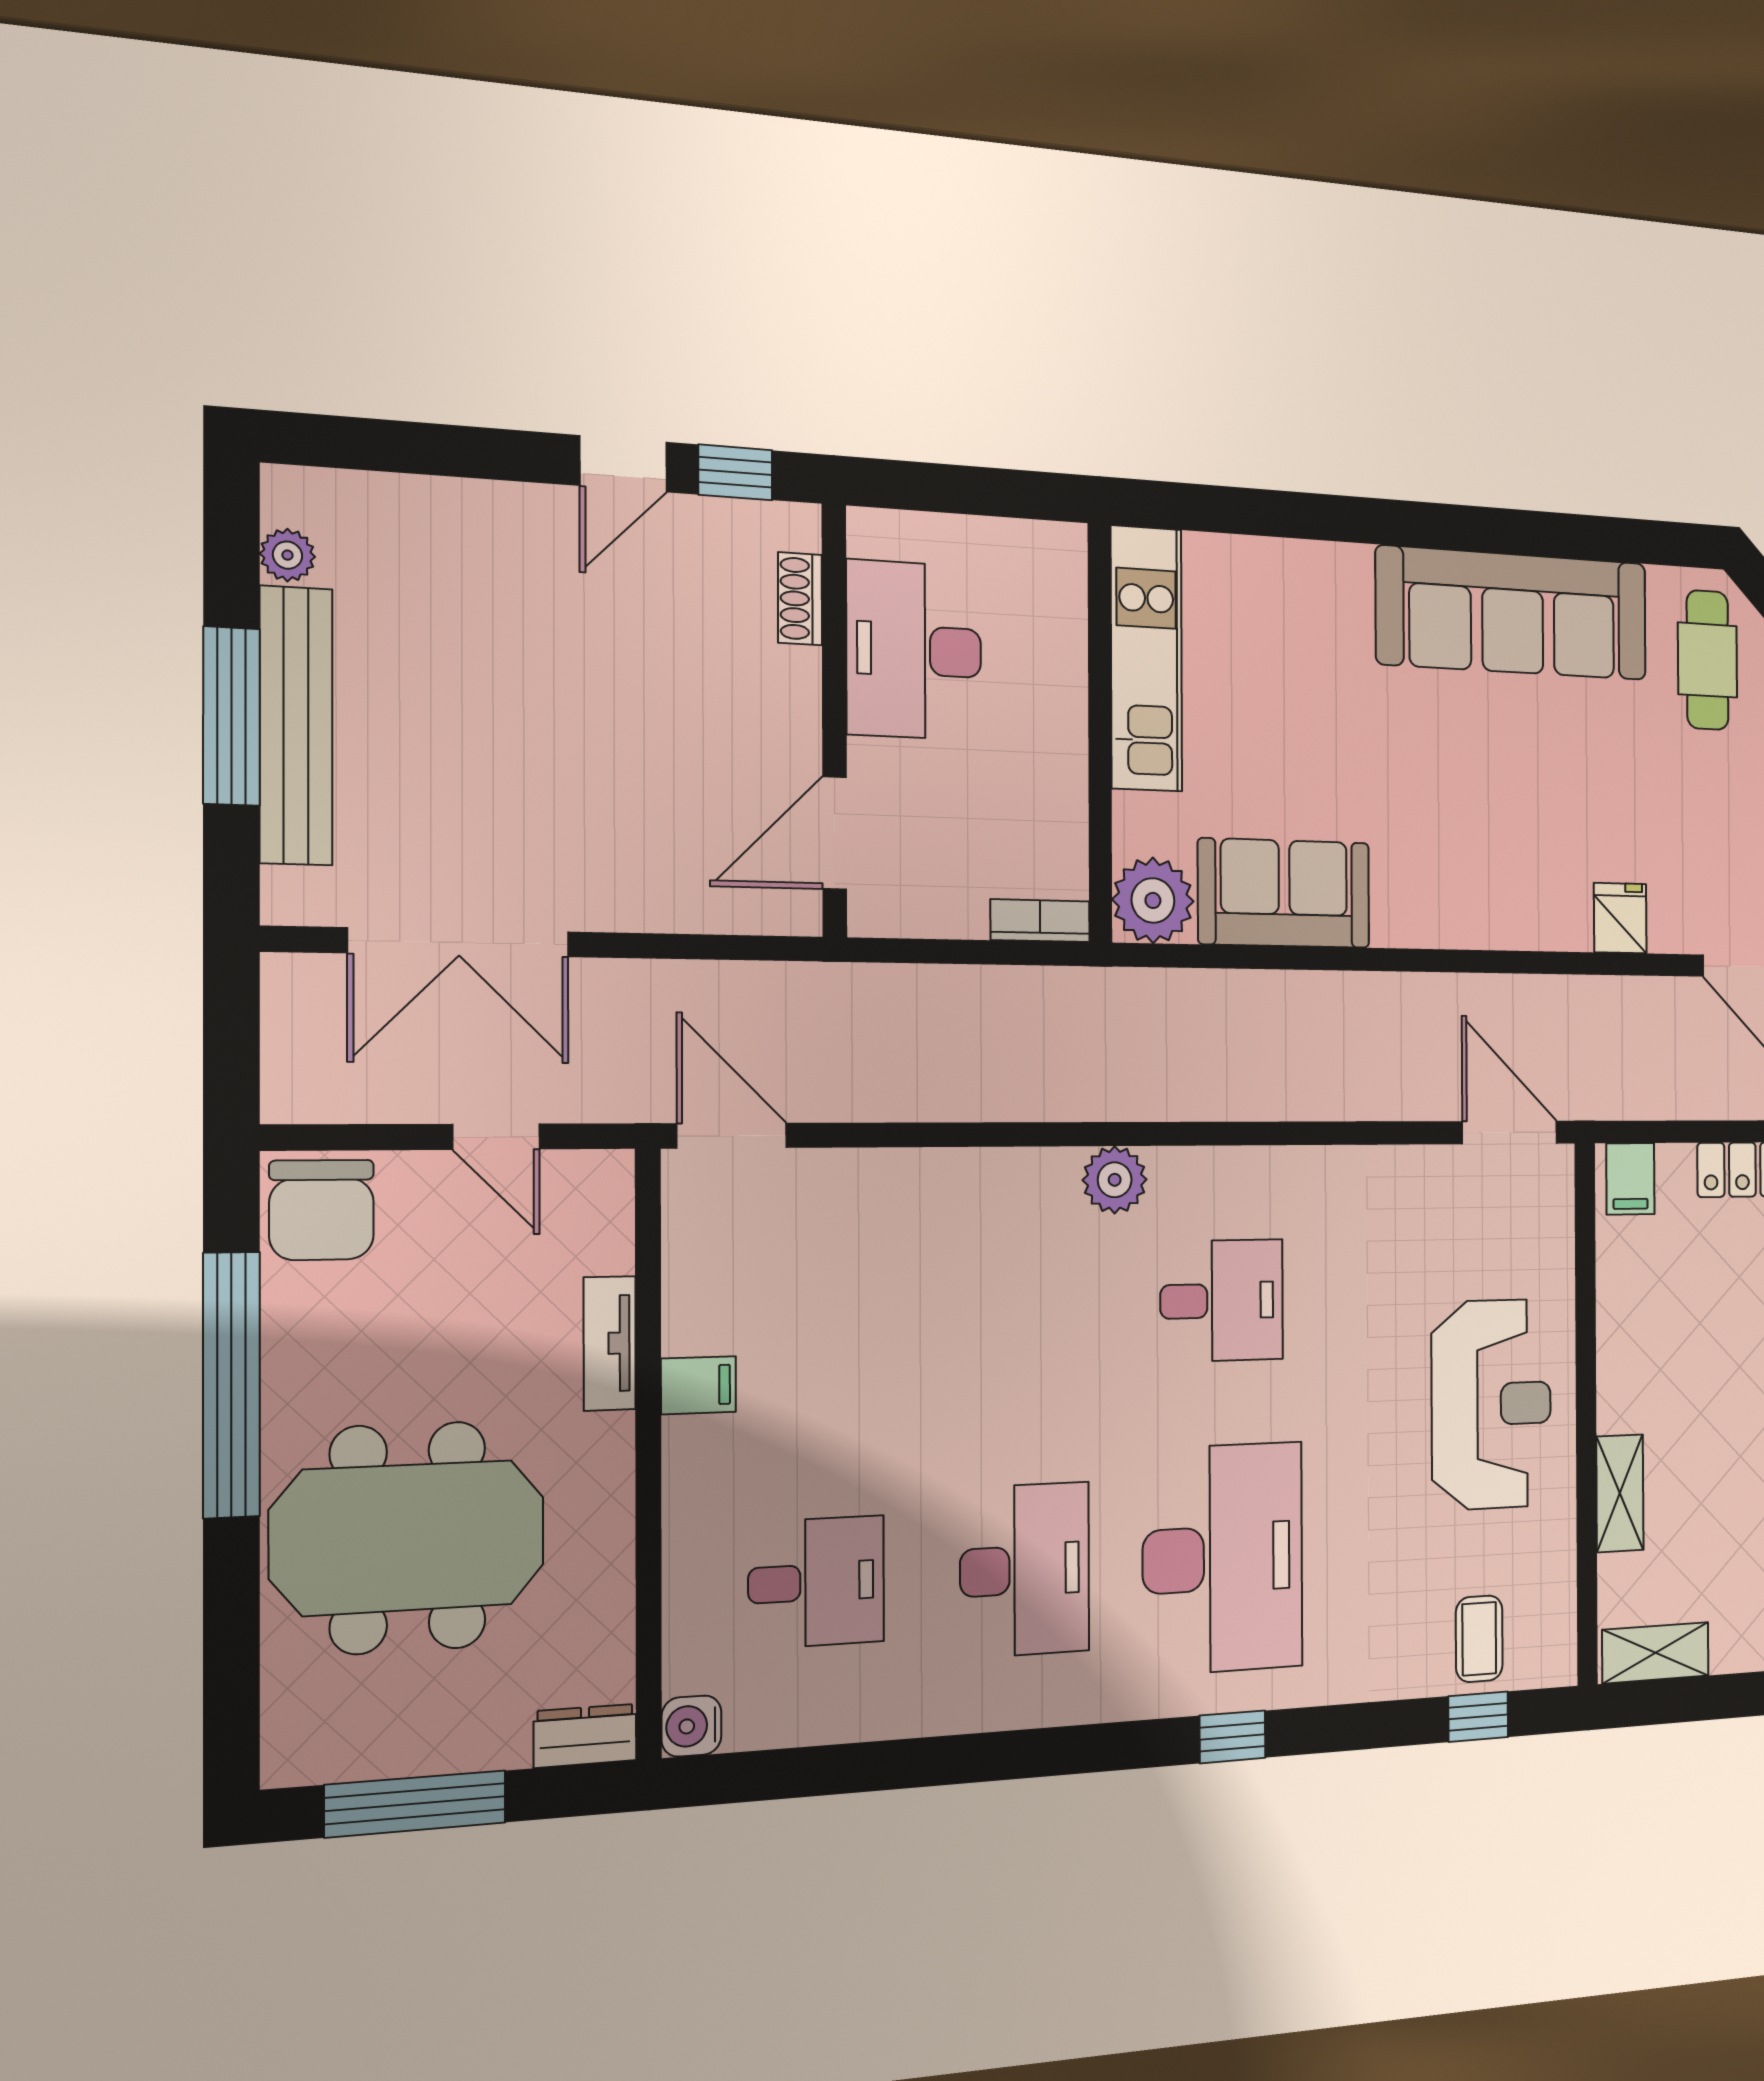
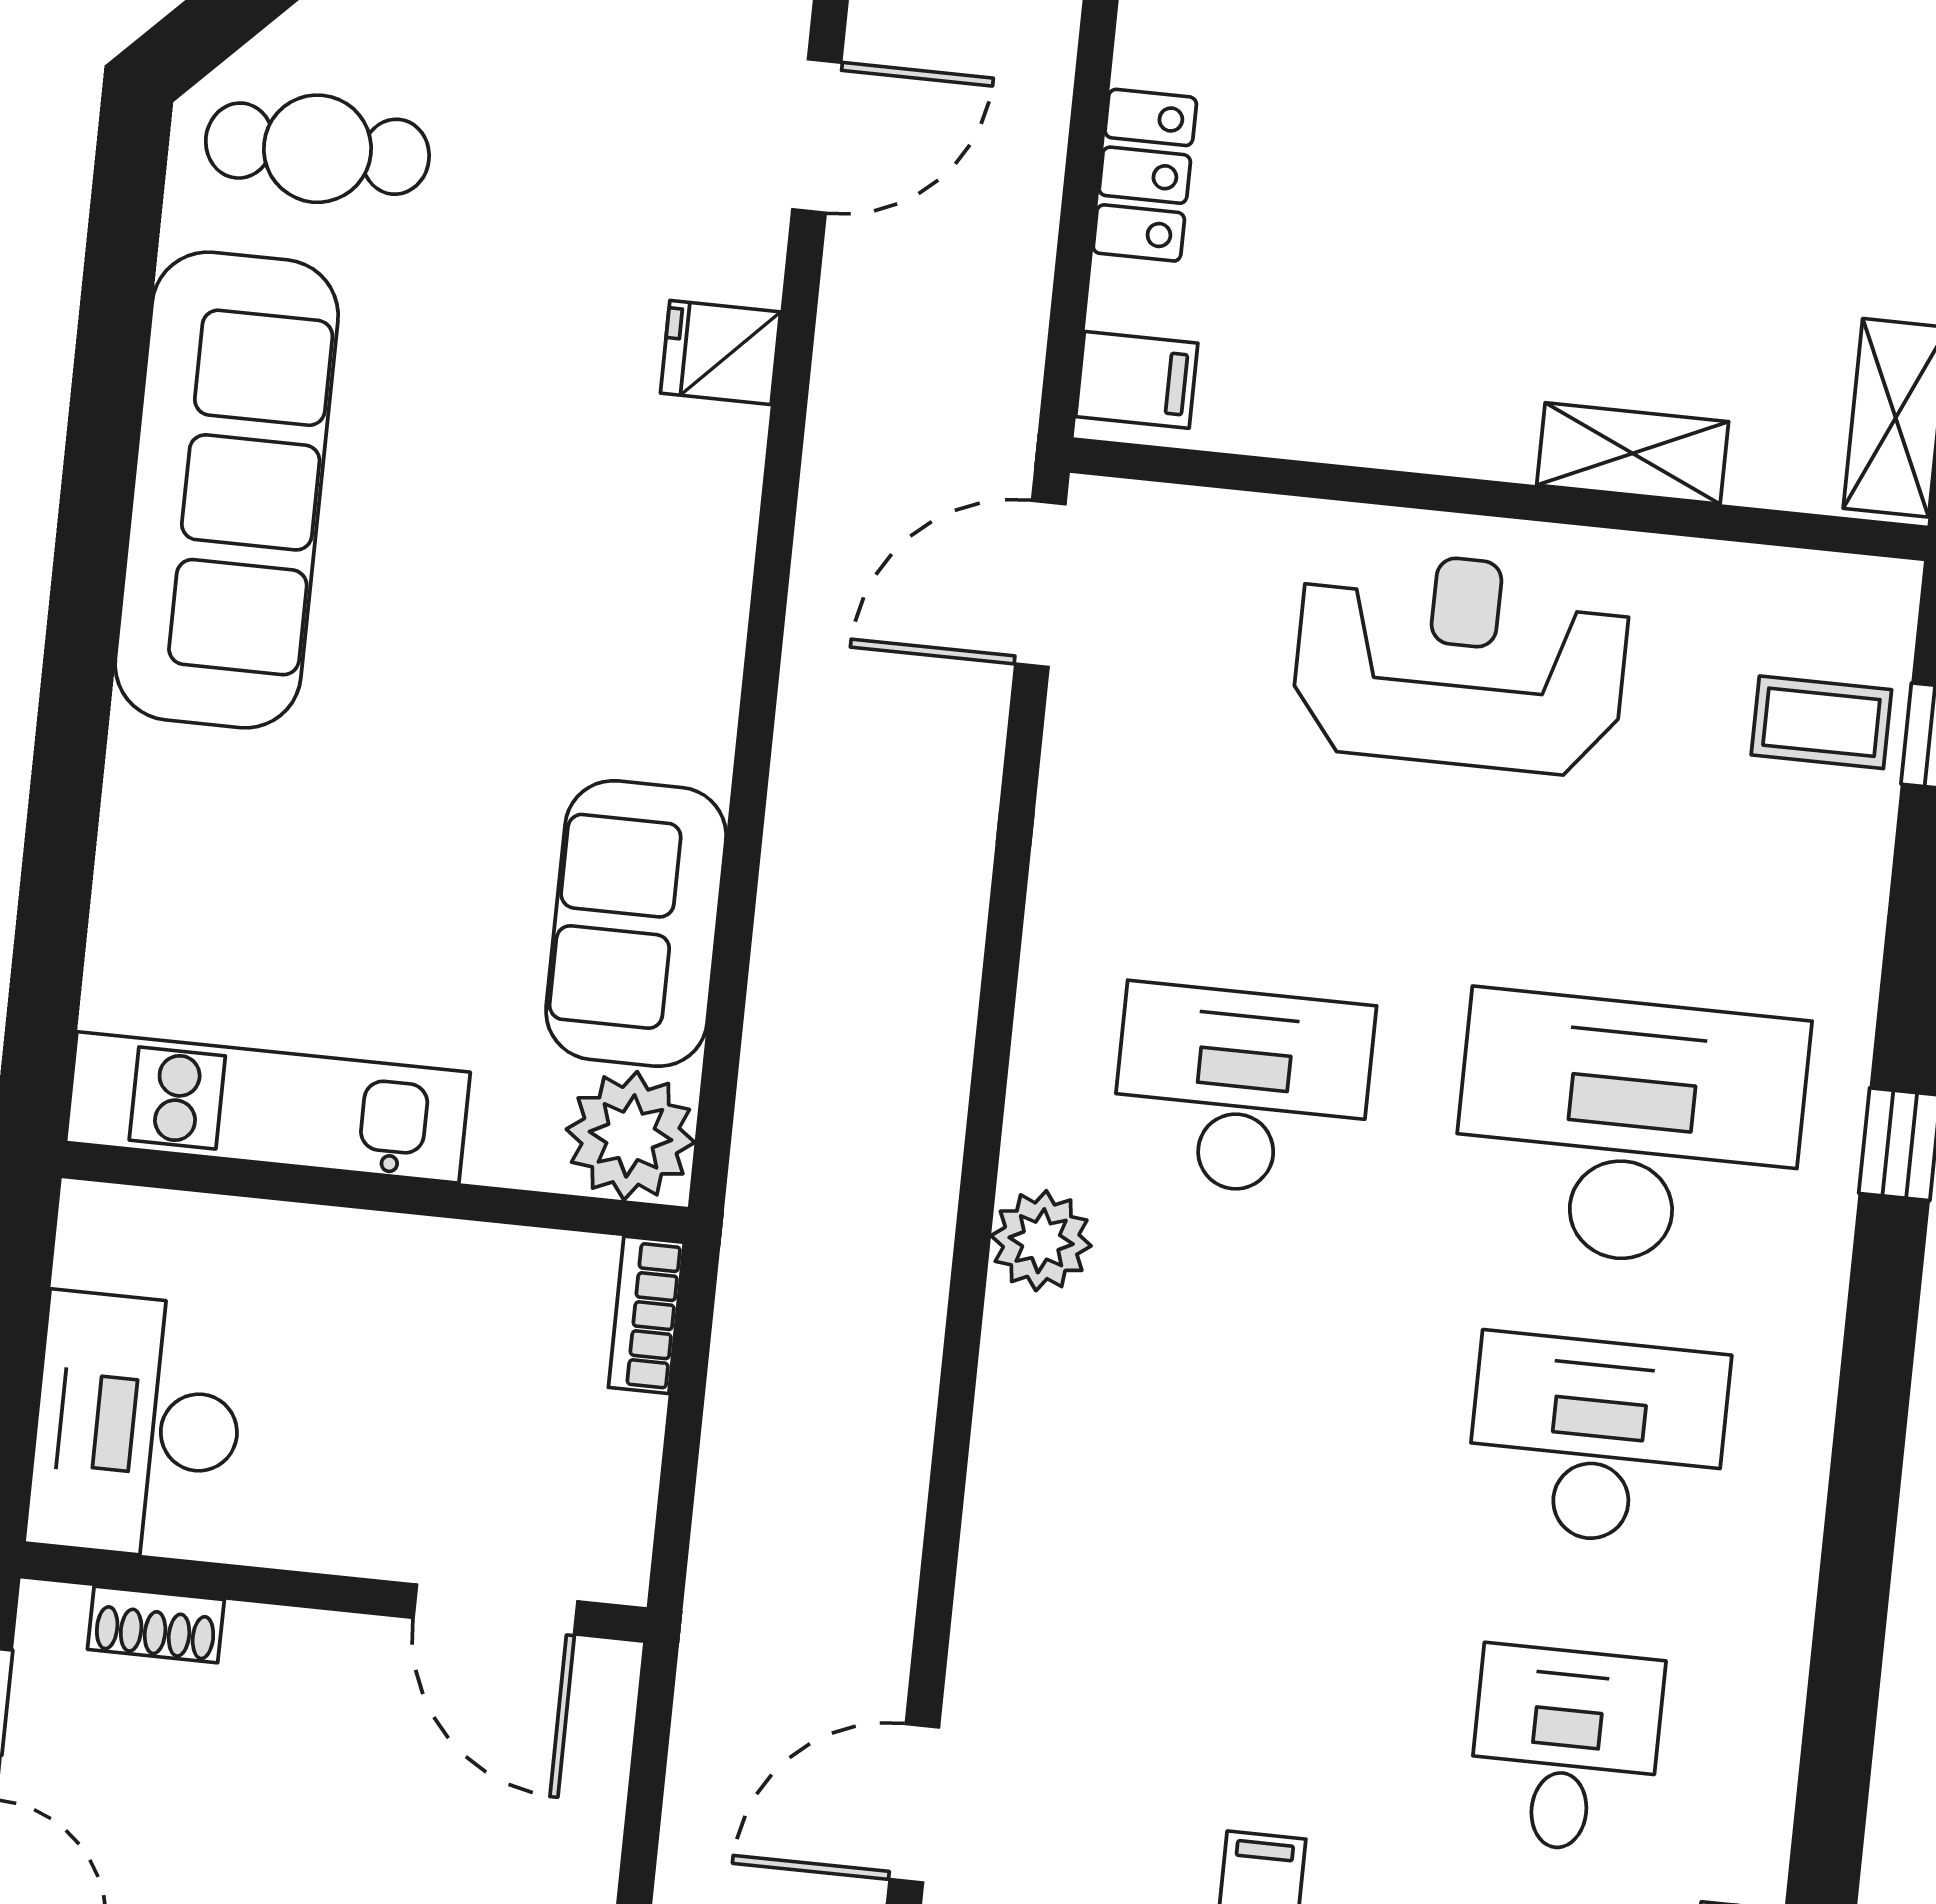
desk: (914, 650) -> (137, 1426), moved, turned 90
desk: (1222, 1301) -> (1242, 1091), width x1.37

